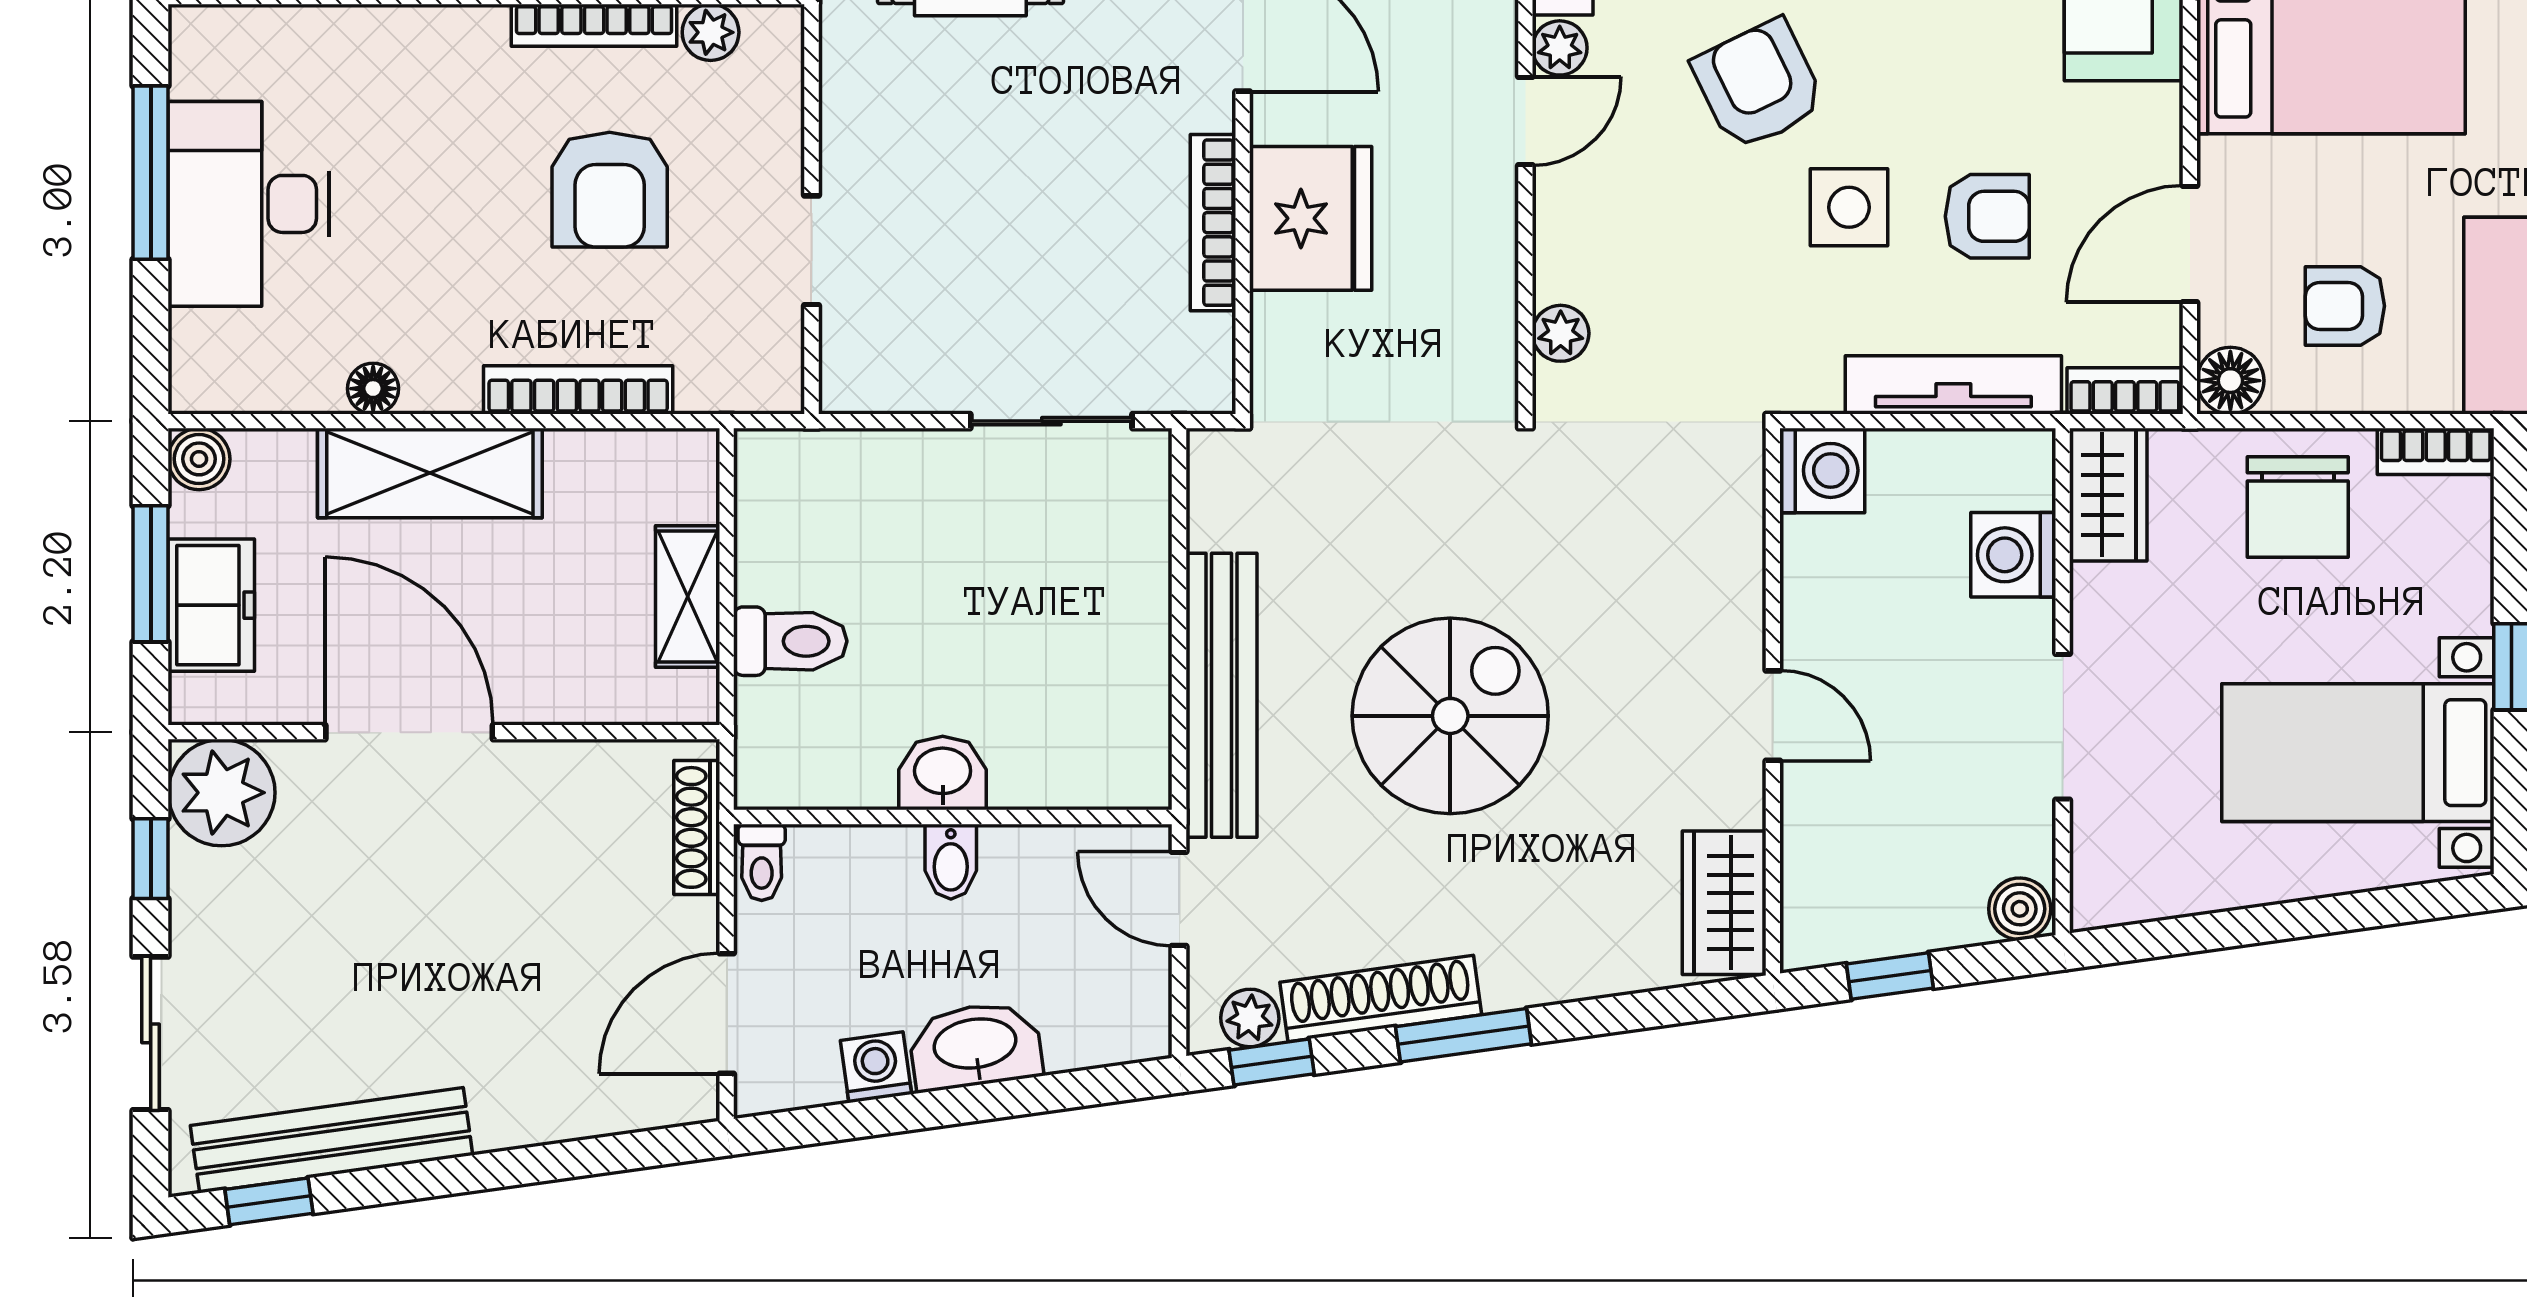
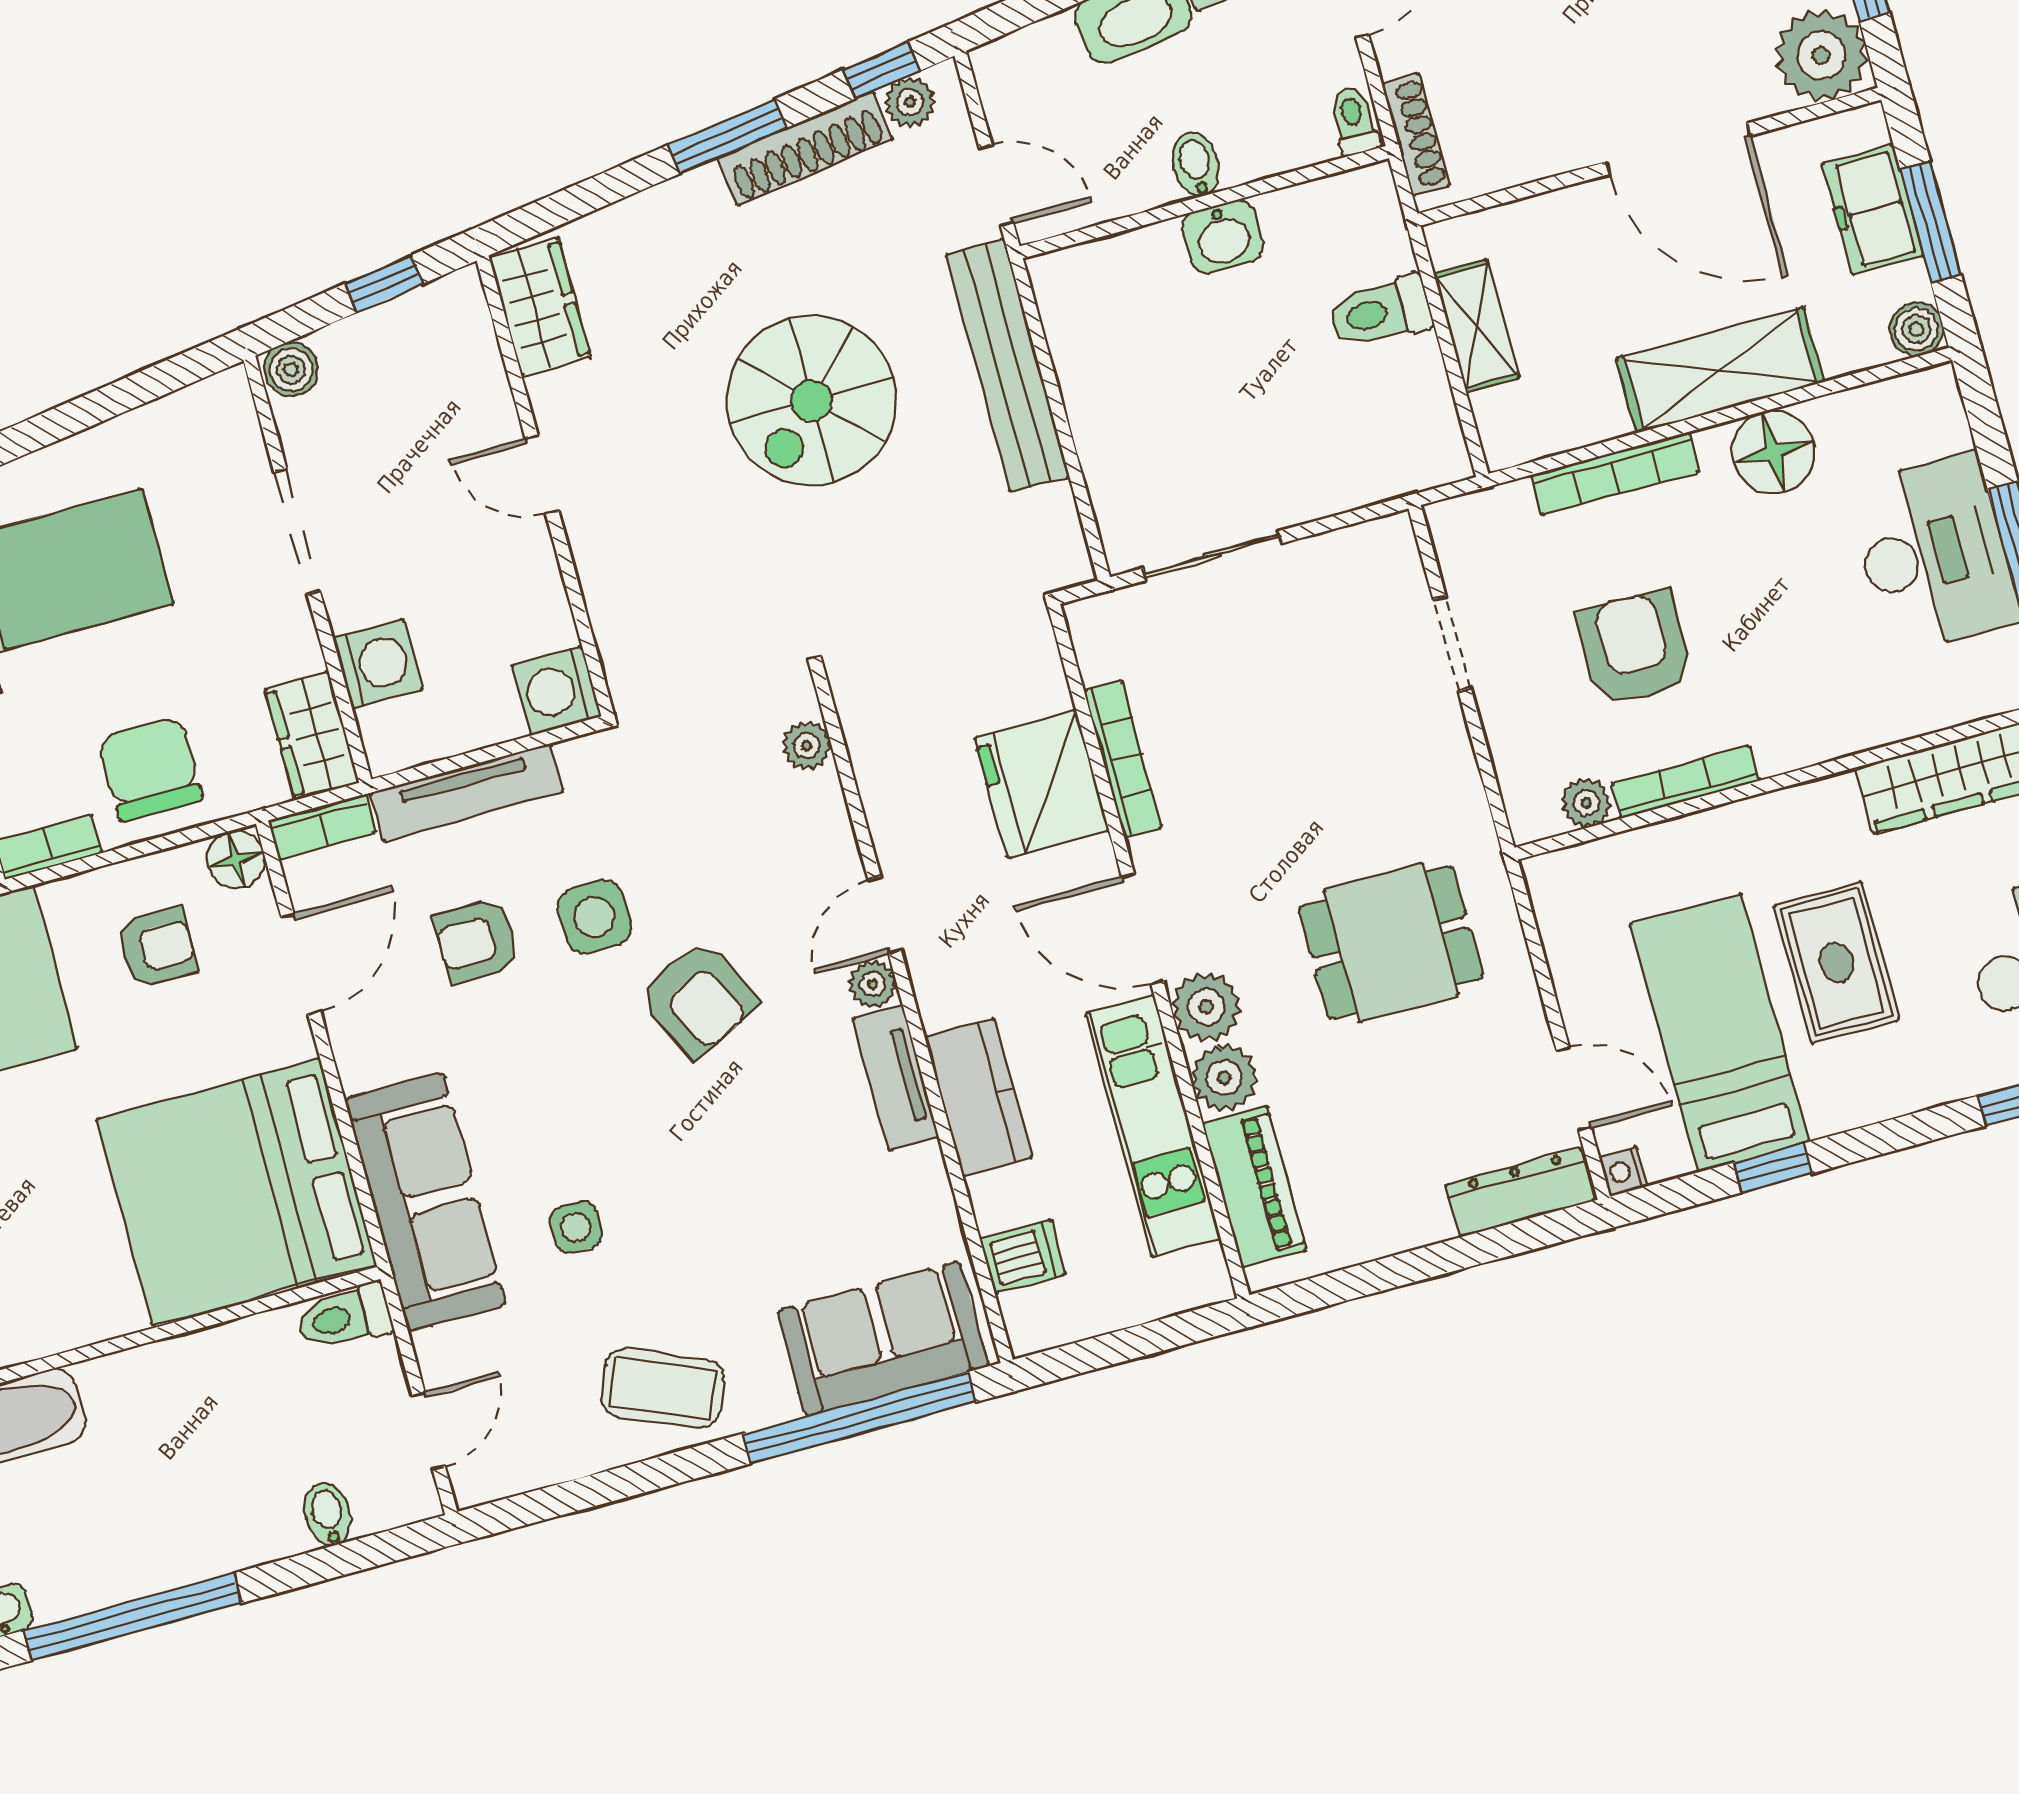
floor lamp: (373, 389) -> (1773, 452), width x1.89, depth x1.89

